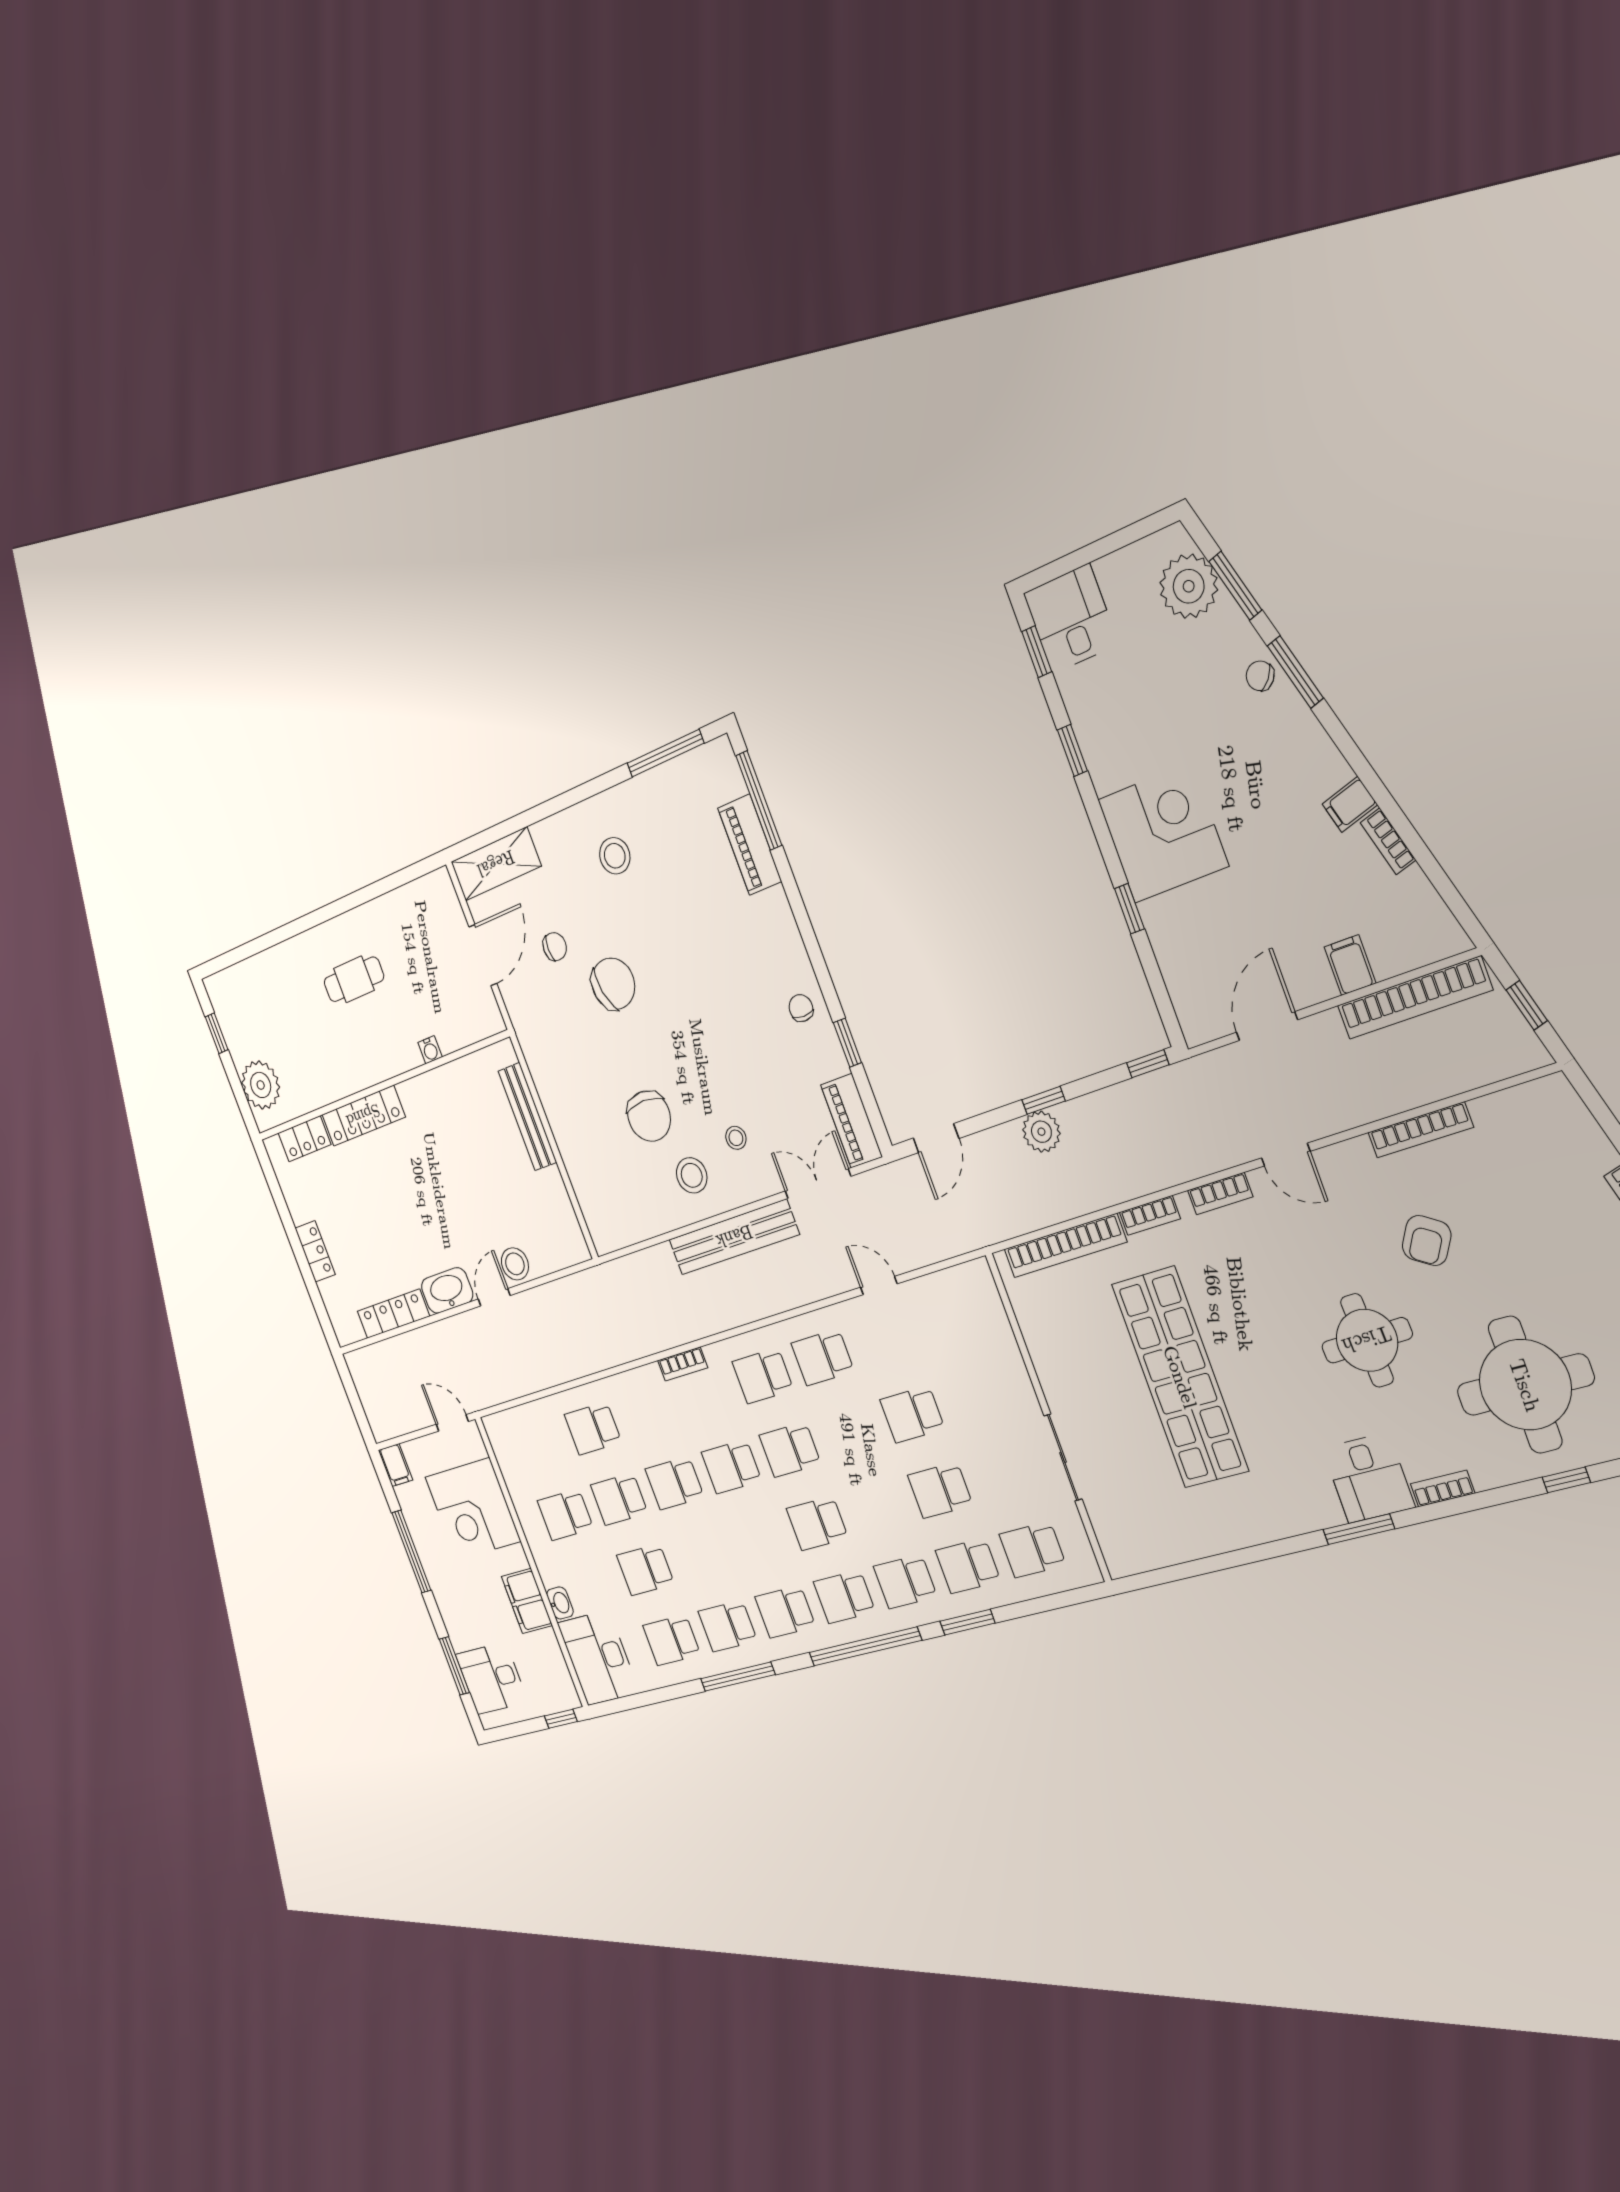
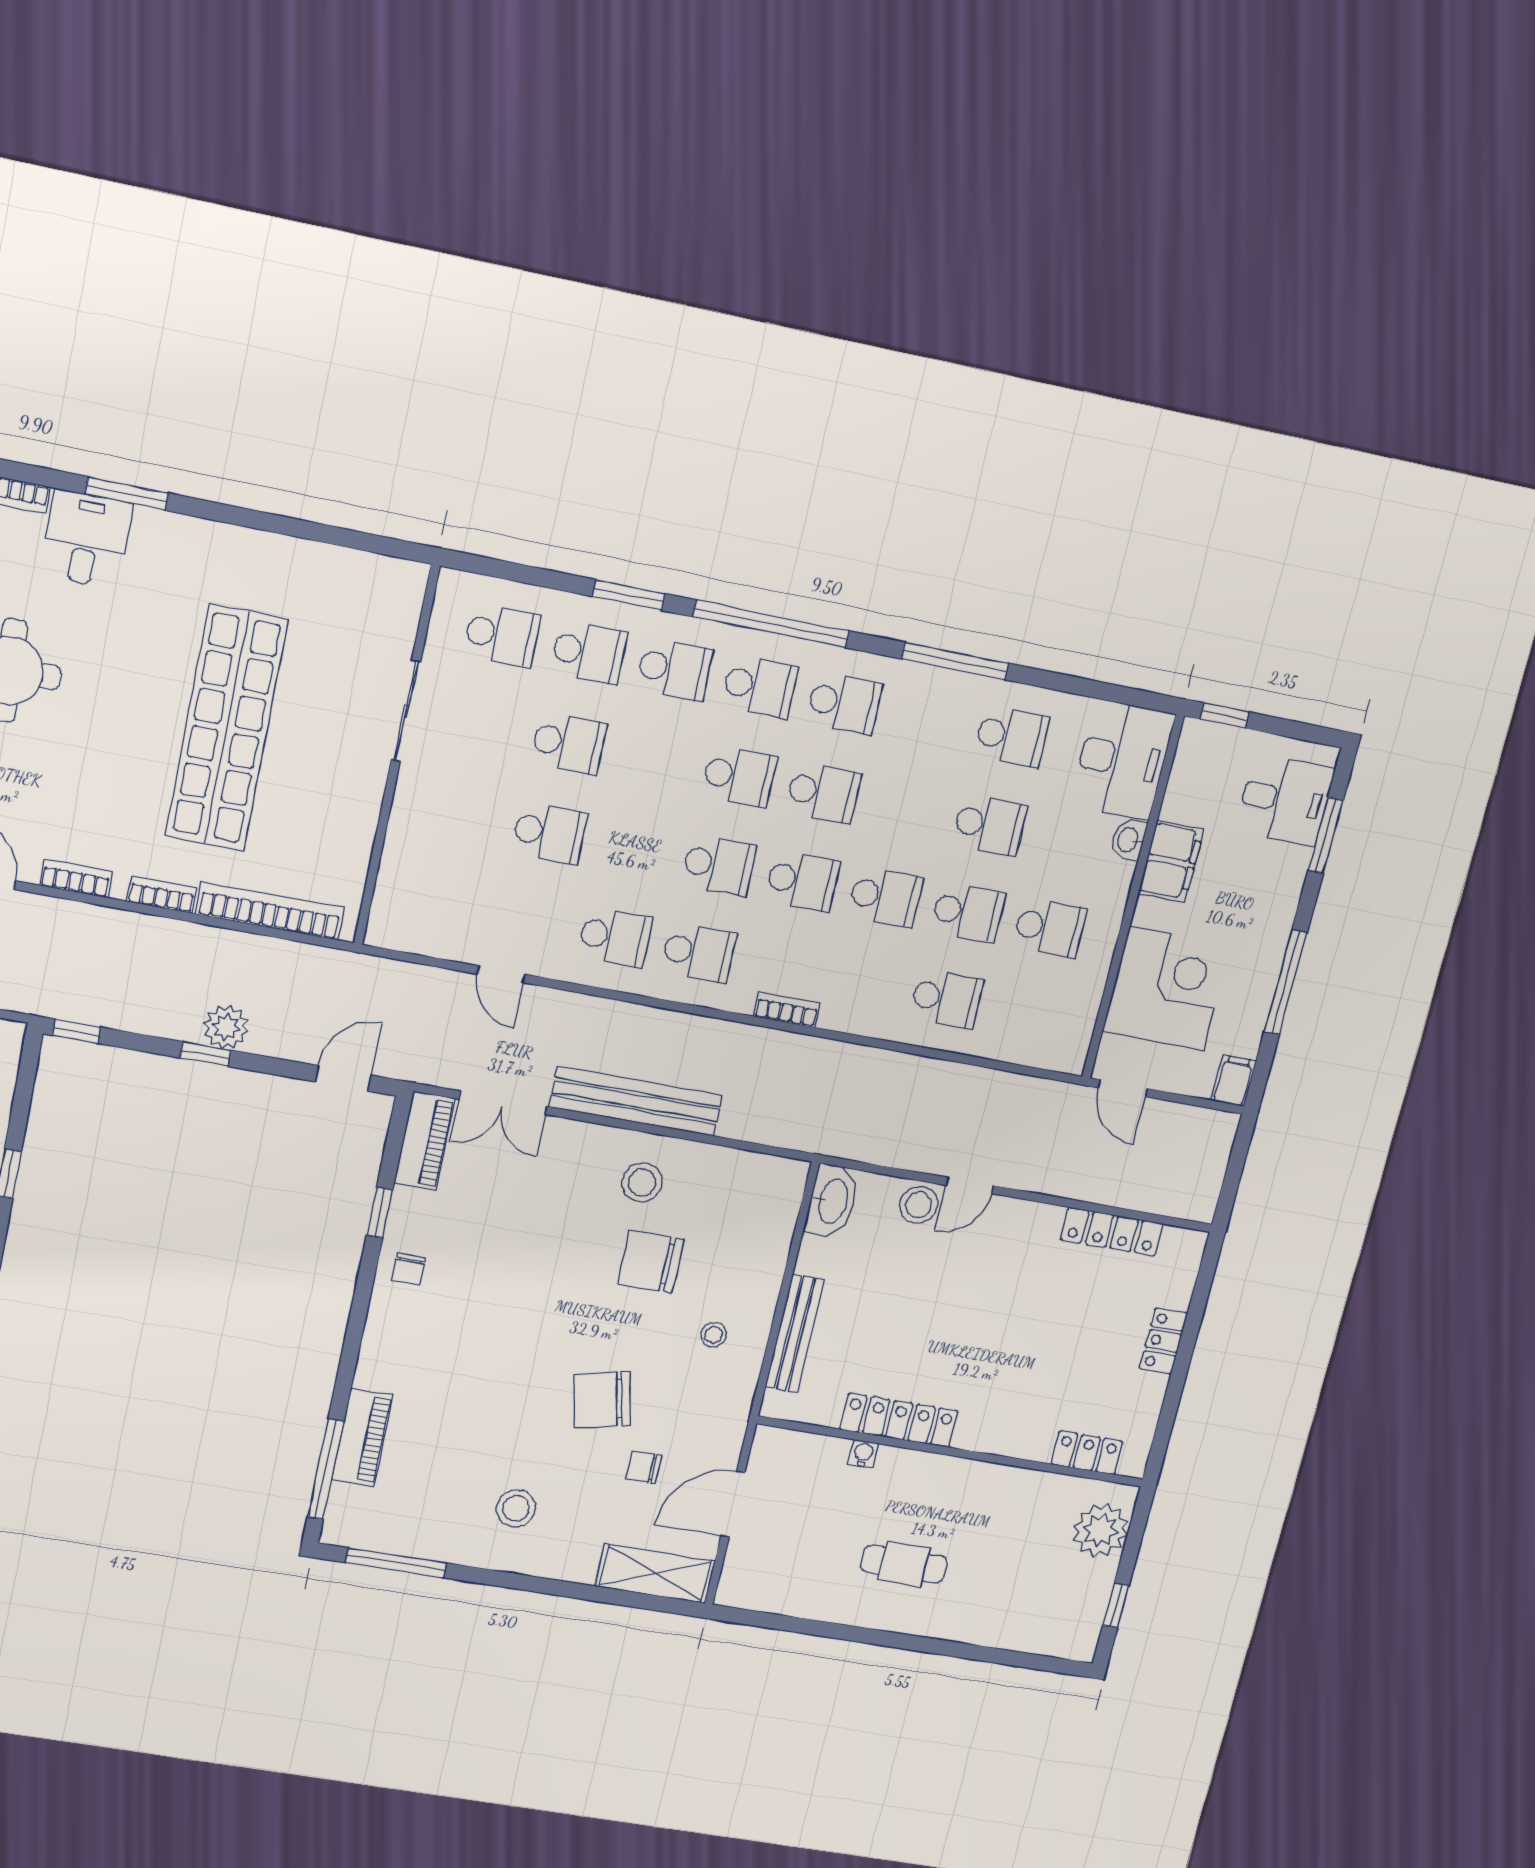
locker: (363, 1116) -> (899, 1420), moved
chair: (649, 1116) -> (651, 1261), turned -90
stool: (736, 1138) -> (714, 1335), moved
washbasin: (447, 1290) -> (832, 1201), moved, turned -90
school desk: (728, 1626) -> (823, 793), moved

